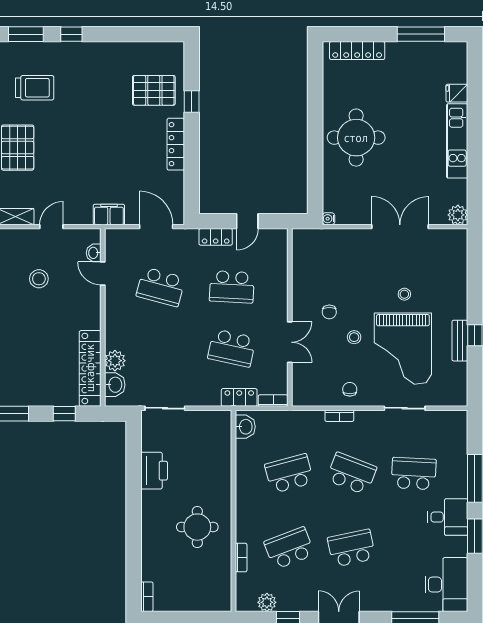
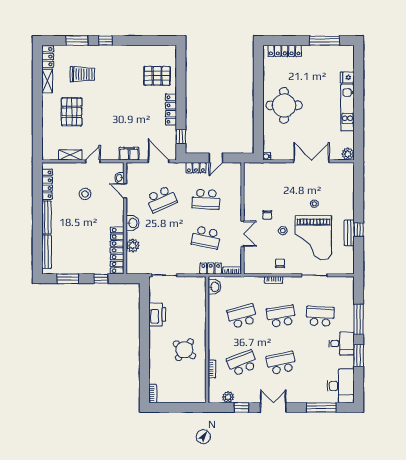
window: (192, 101) -> (181, 137), moved
school desk: (161, 287) -> (161, 199), turned -39
washbasin: (115, 385) -> (133, 223), moved
school desk: (351, 474) -> (281, 316), turned -30
round table: (197, 527) -> (184, 350), turned 36

